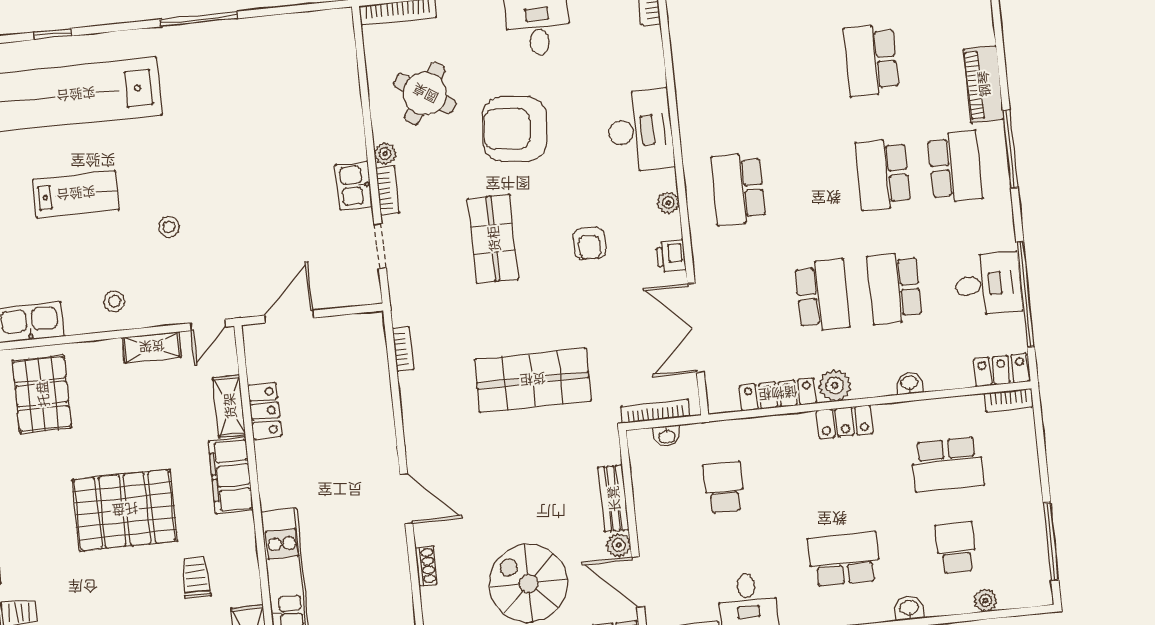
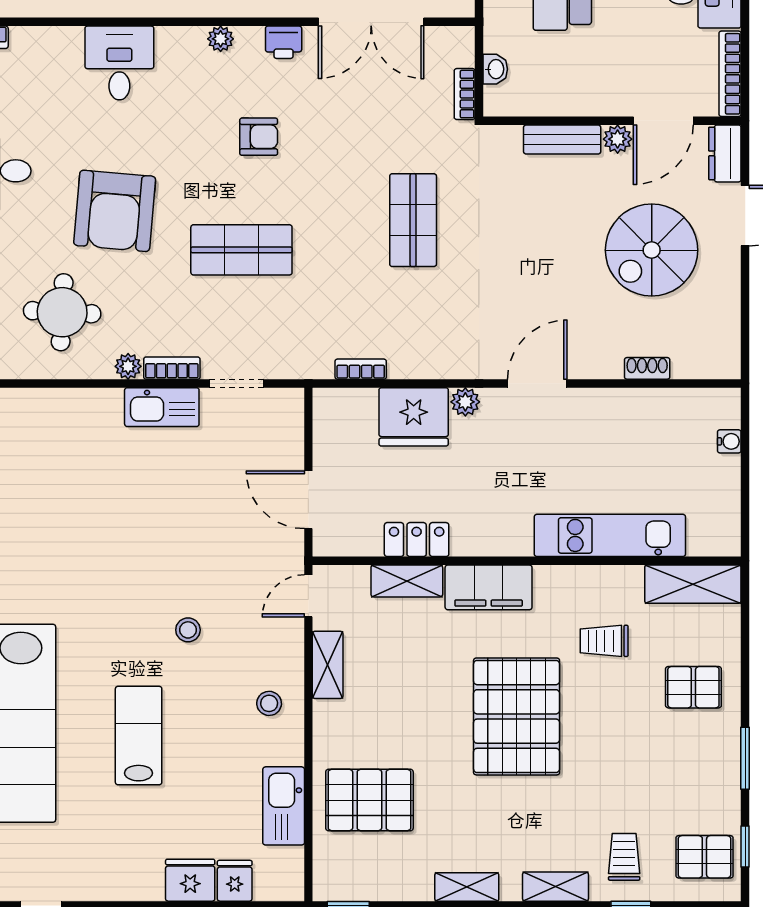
round table: (425, 94) -> (62, 312), turned -30
desk: (640, 131) -> (119, 63), width x0.73
kitchen sink: (354, 186) -> (162, 407), width x1.38
door: (208, 325) -> (308, 596), swing flipped
shop shelf: (533, 380) -> (413, 220), width x0.70, depth x0.74
fridge: (368, 398) -> (414, 417), added
bookcase: (655, 411) -> (465, 94), width x0.64
plant: (385, 440) -> (465, 402), added
shoe rack: (426, 566) -> (647, 368), moved

